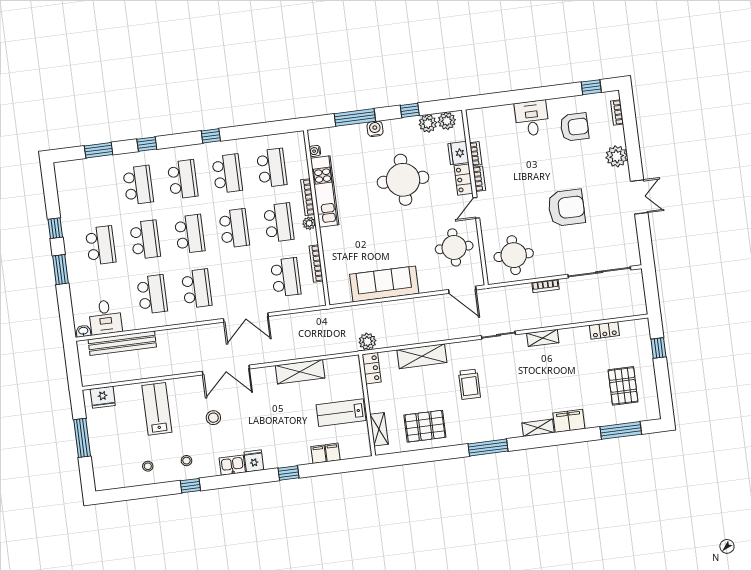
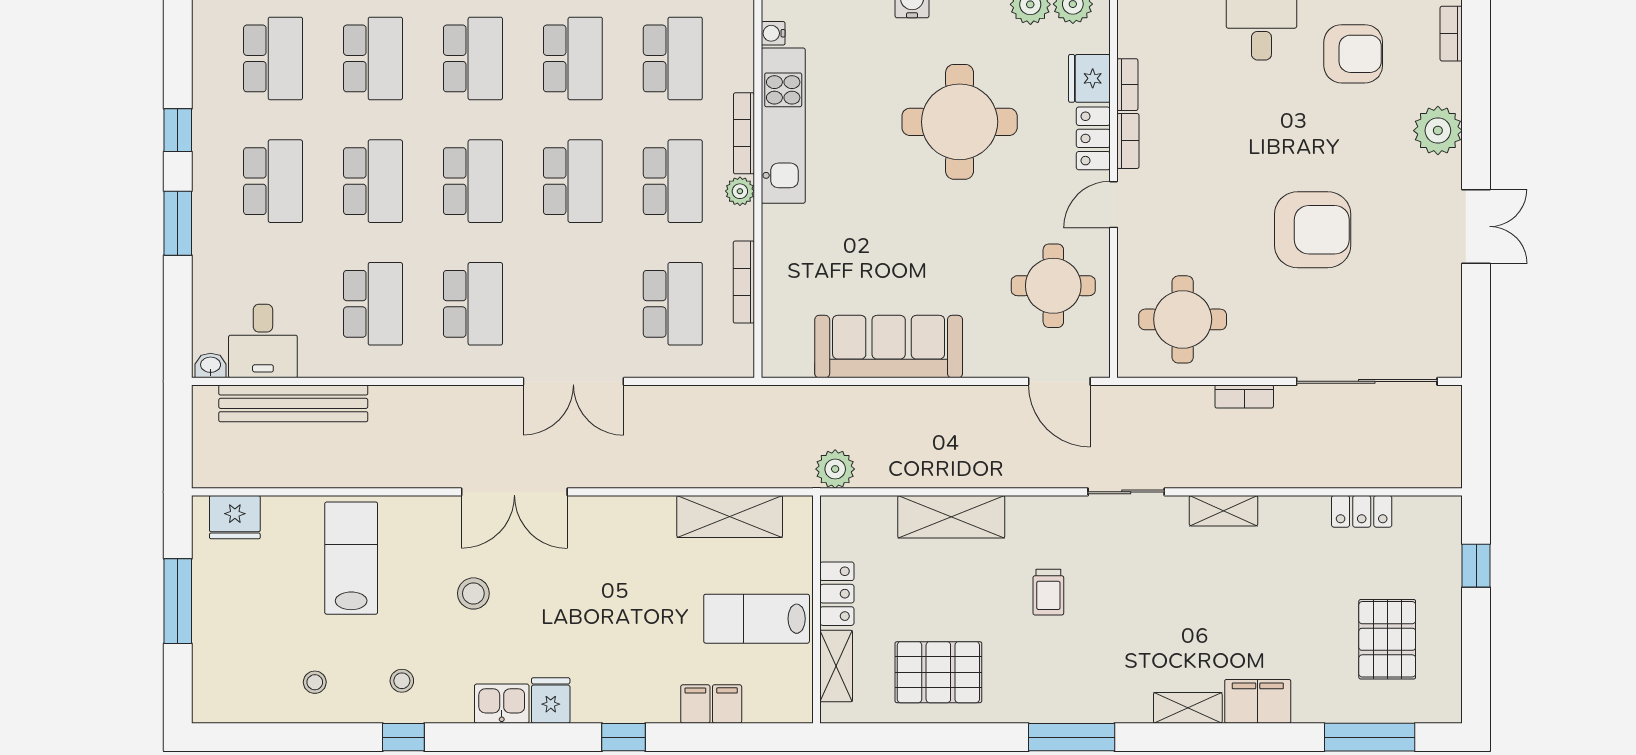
school desk: (94, 191) -> (273, 58), added
locker: (372, 368) -> (837, 594), moved
shelving: (300, 372) -> (730, 516), moved
trolley: (469, 384) -> (1048, 592), width x0.73, depth x0.72

